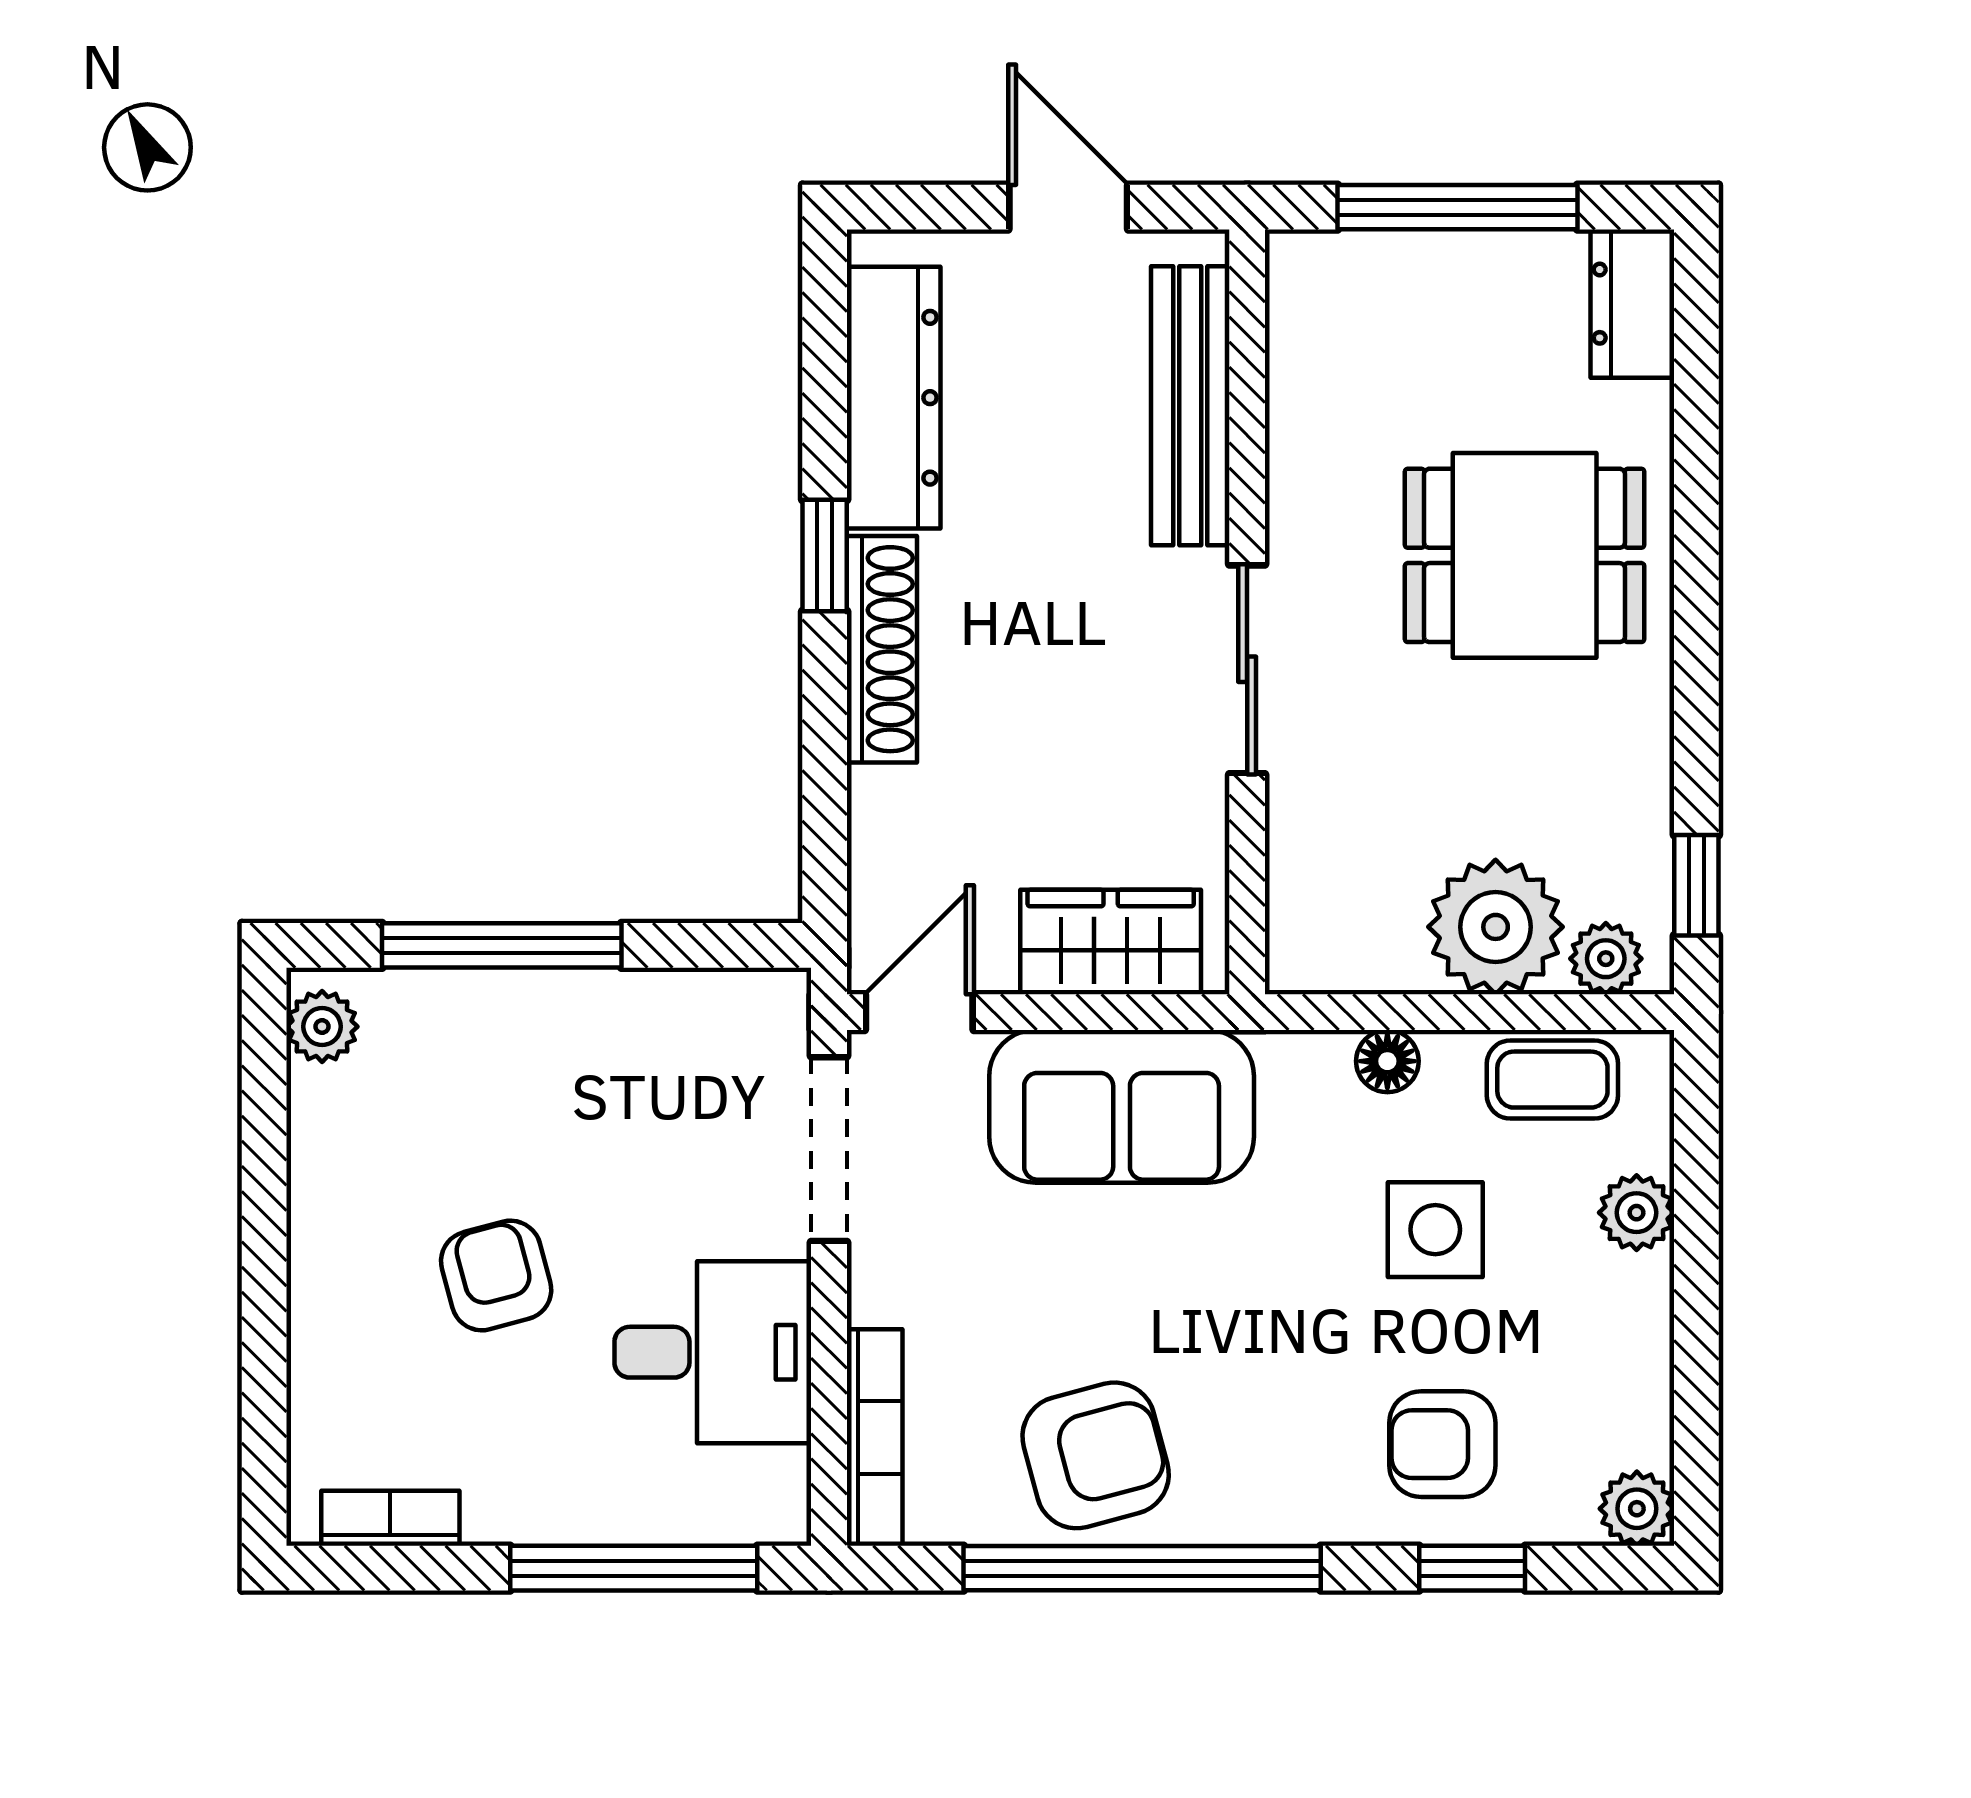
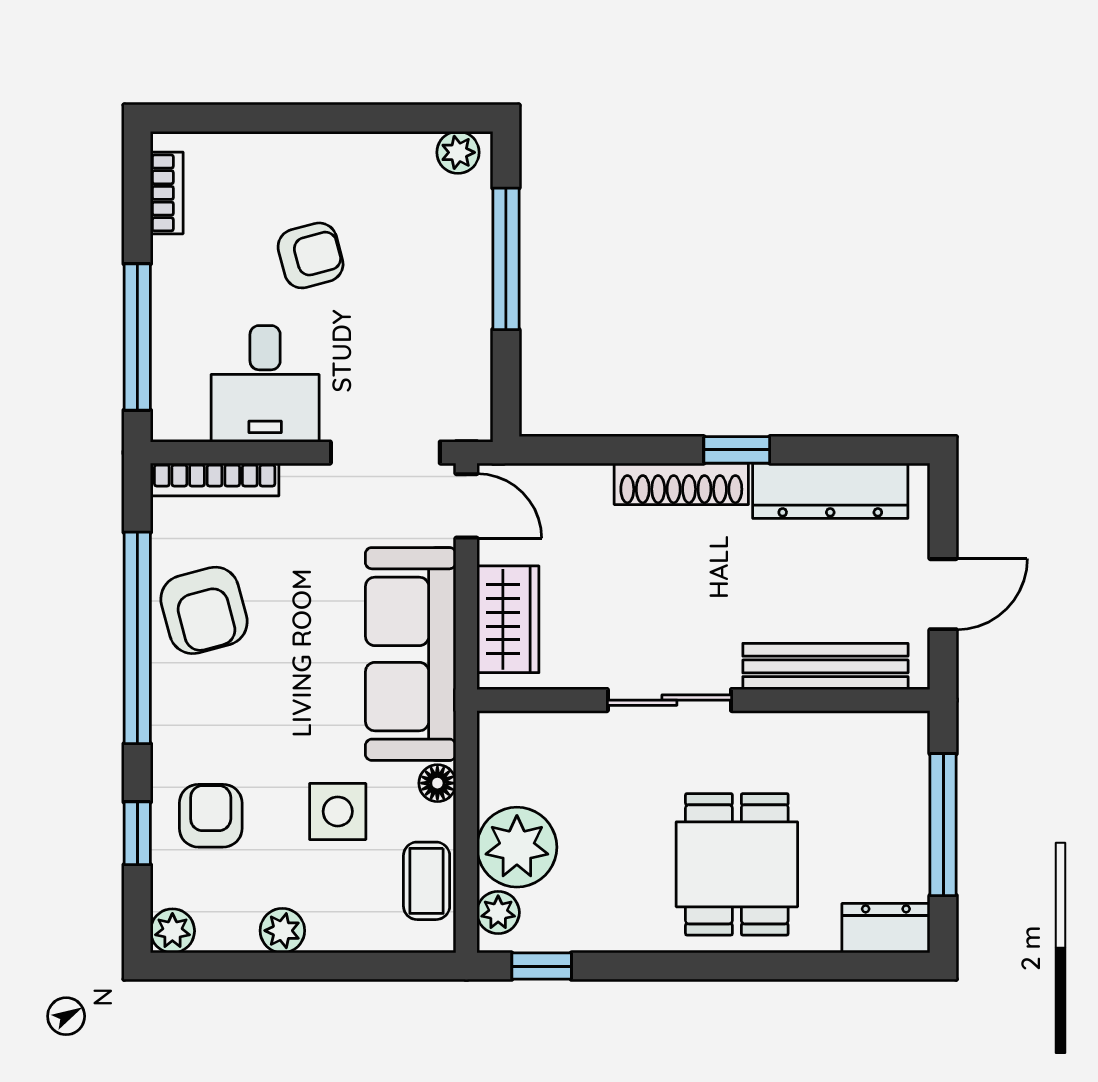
sofa: (1122, 1106) -> (411, 654), width x1.36
plant: (1637, 1213) -> (282, 931), moved

